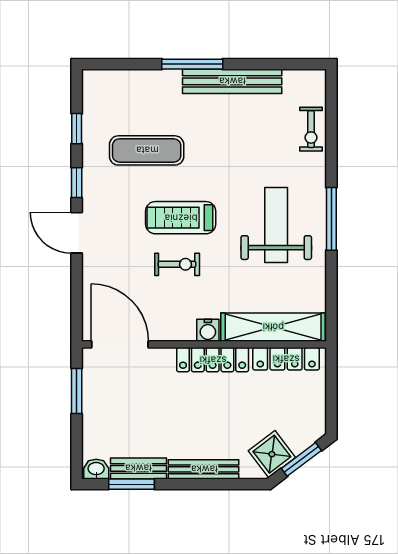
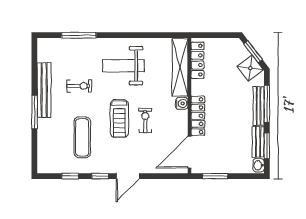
exercise bike: (311, 129) -> (79, 86), moved
window: (331, 219) -> (79, 35), moved
locker: (213, 360) -> (198, 116), moved
window: (207, 484) -> (267, 104), added

